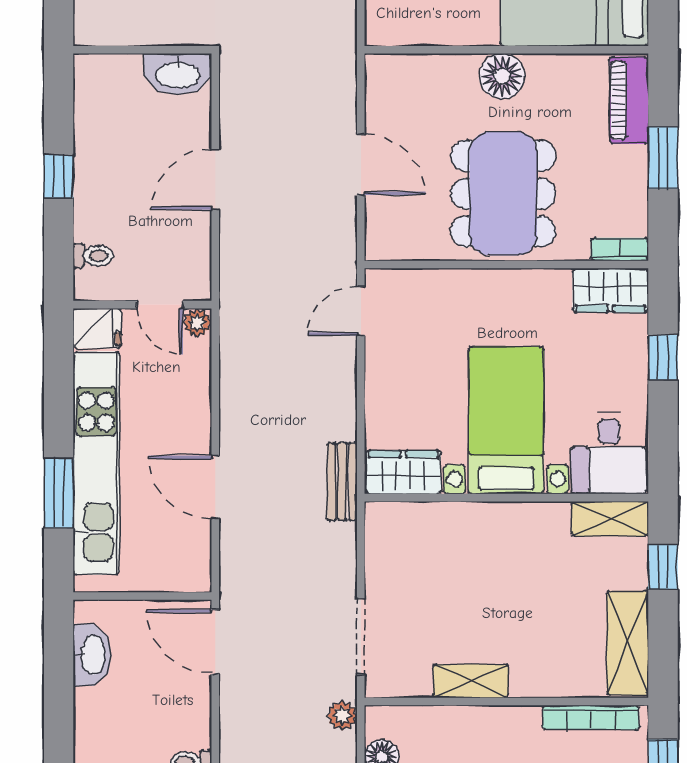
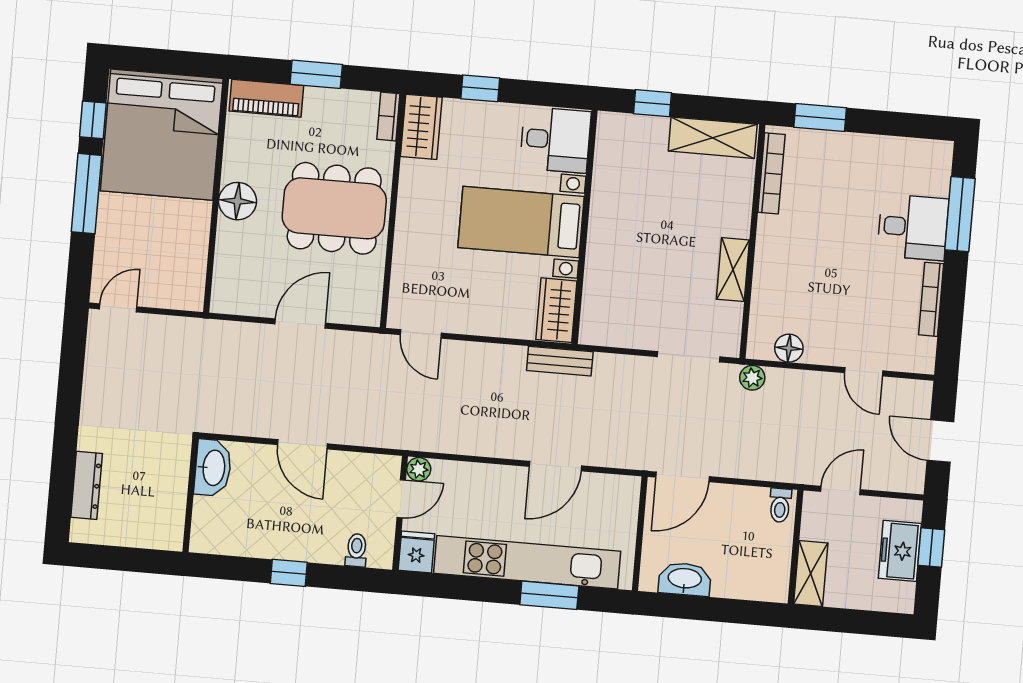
shelving: (610, 519) -> (609, 144), removed

